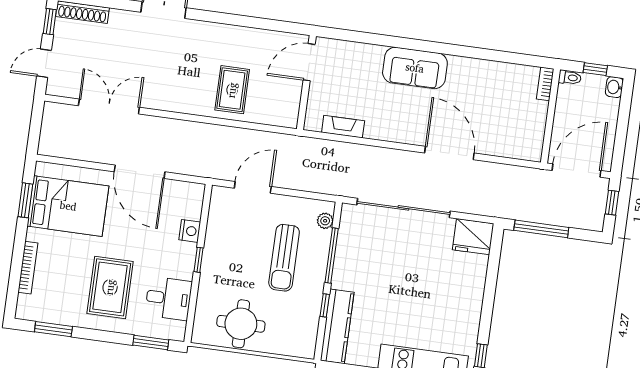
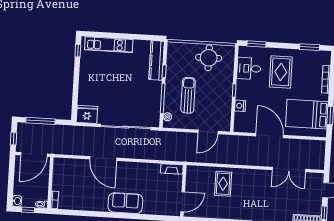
fireplace: (343, 127) -> (172, 169), moved
window: (541, 229) -> (40, 121), moved

